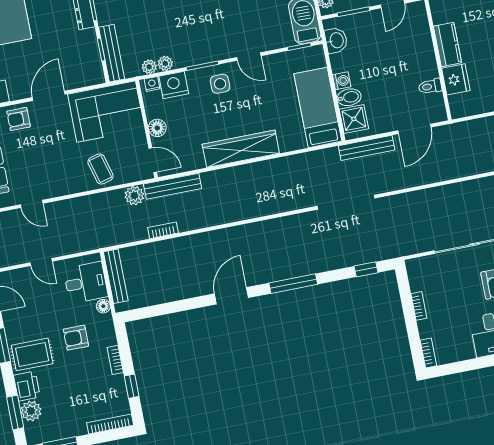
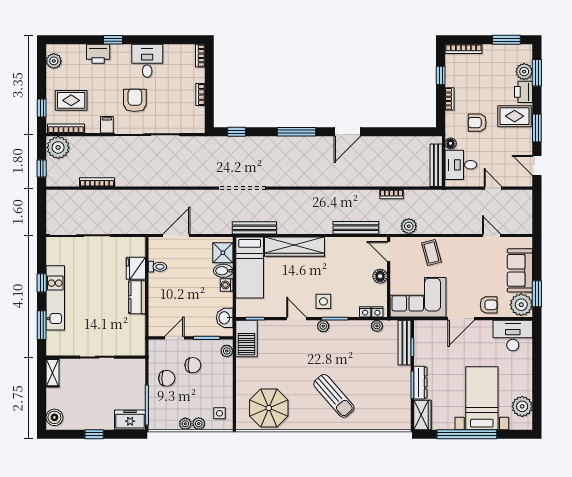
plant: (165, 63) -> (323, 326), moved
nightstand: (174, 85) -> (365, 312), width x0.53, depth x0.56
bench: (367, 148) -> (254, 228), moved
wardrobe: (241, 149) -> (294, 247), moved
bench: (173, 186) -> (356, 228), moved
armchair: (76, 338) -> (477, 123), turned 180

